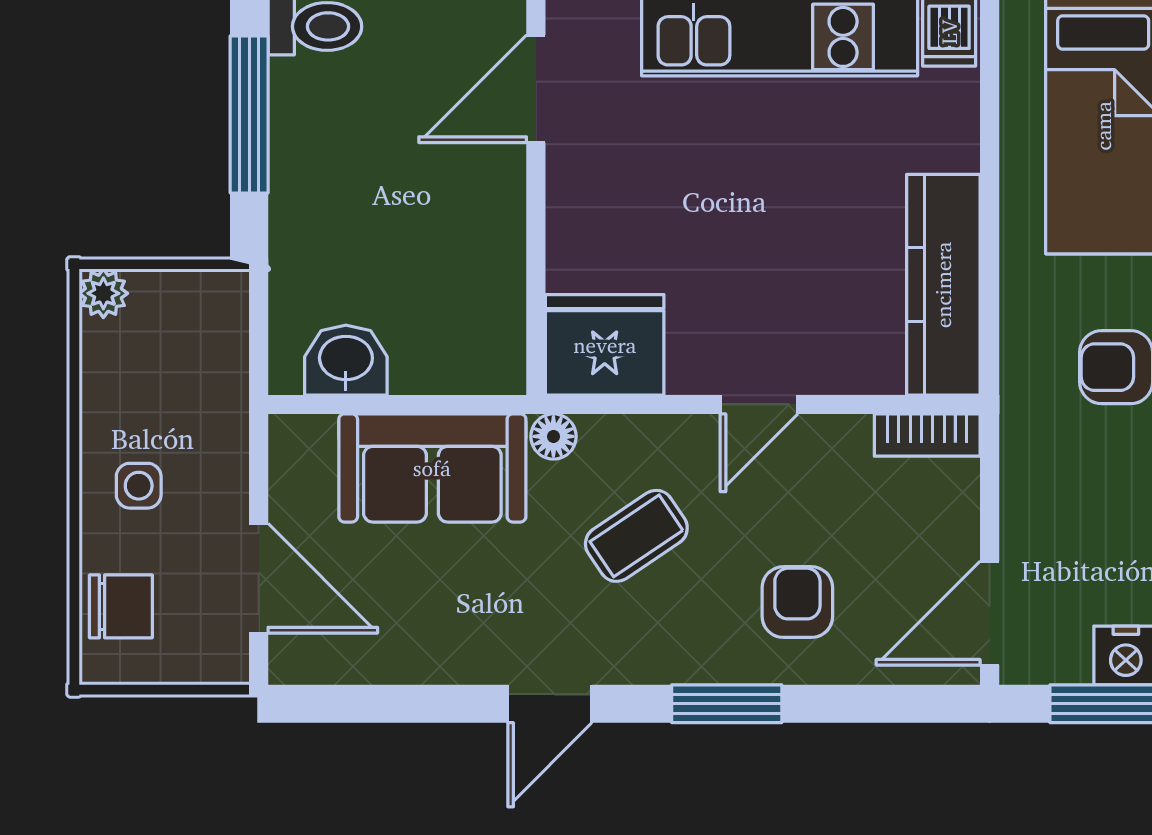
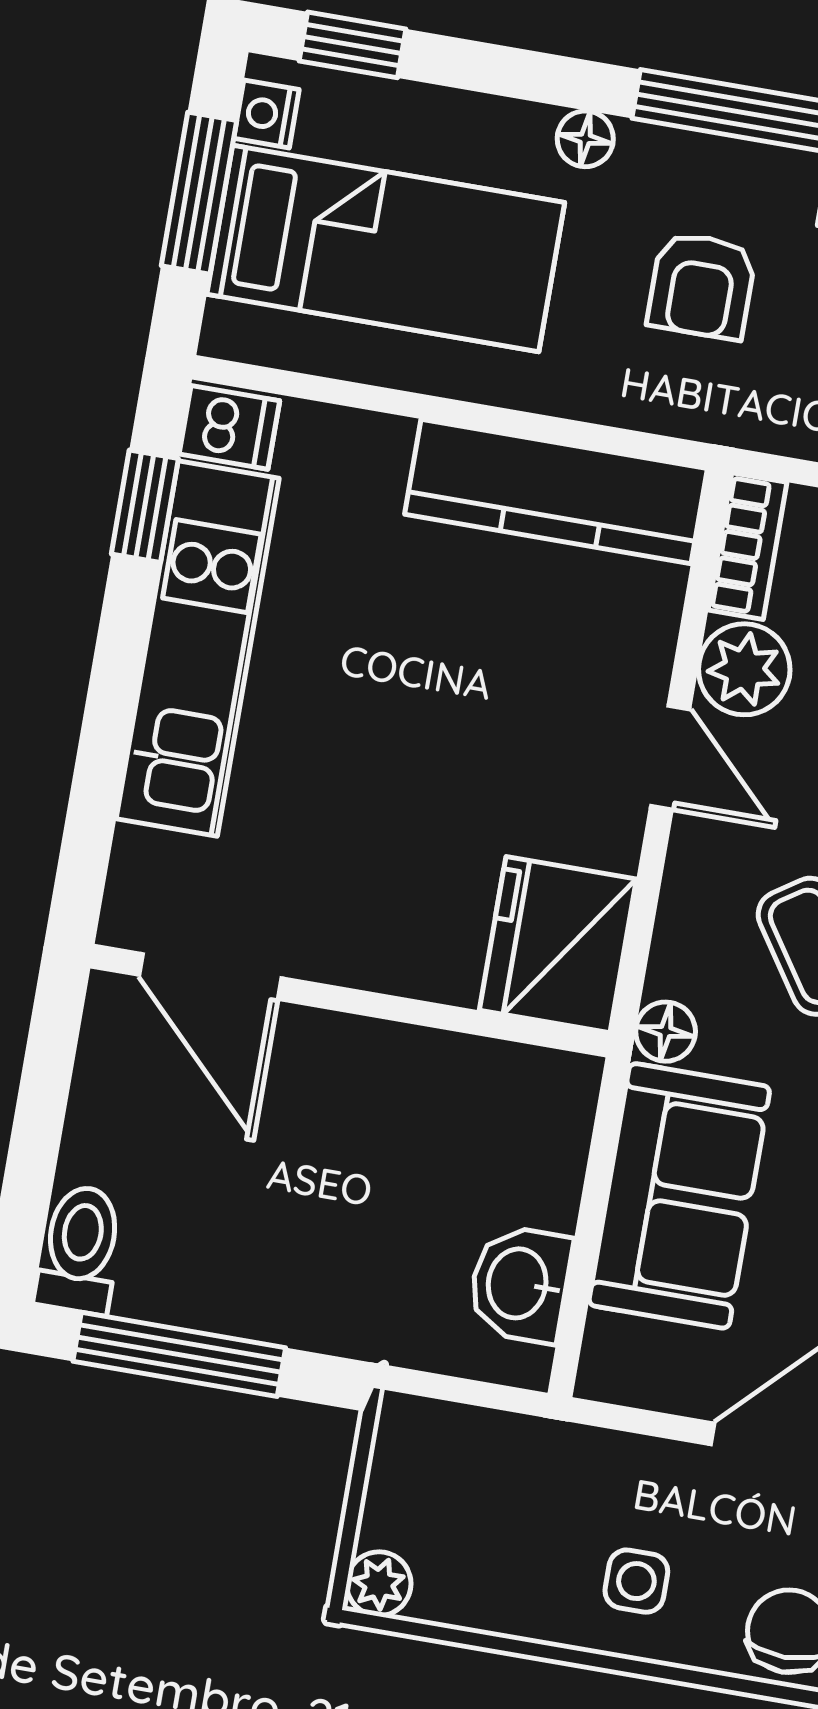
plant: (835, 449) -> (744, 669), added

